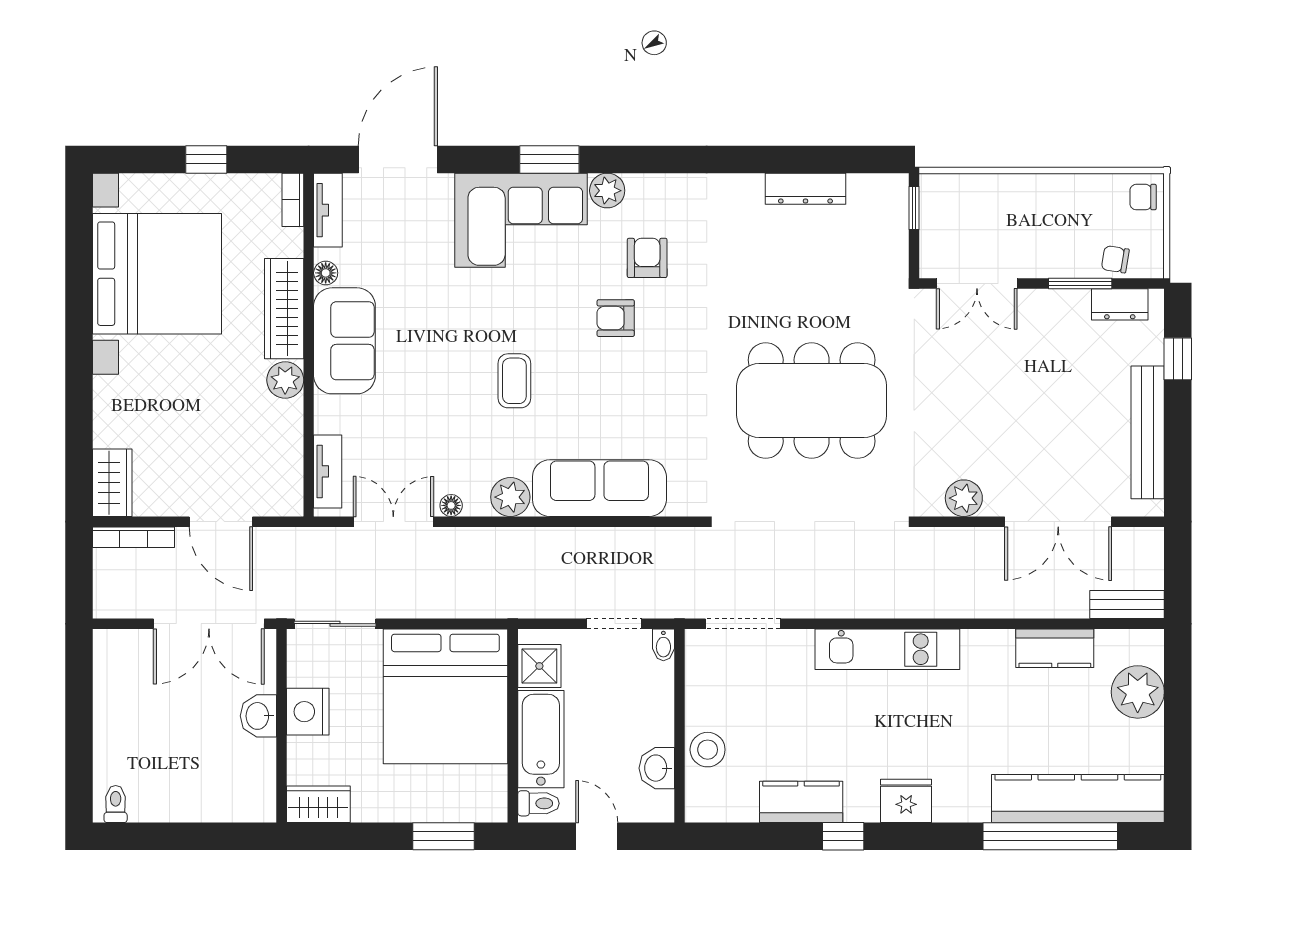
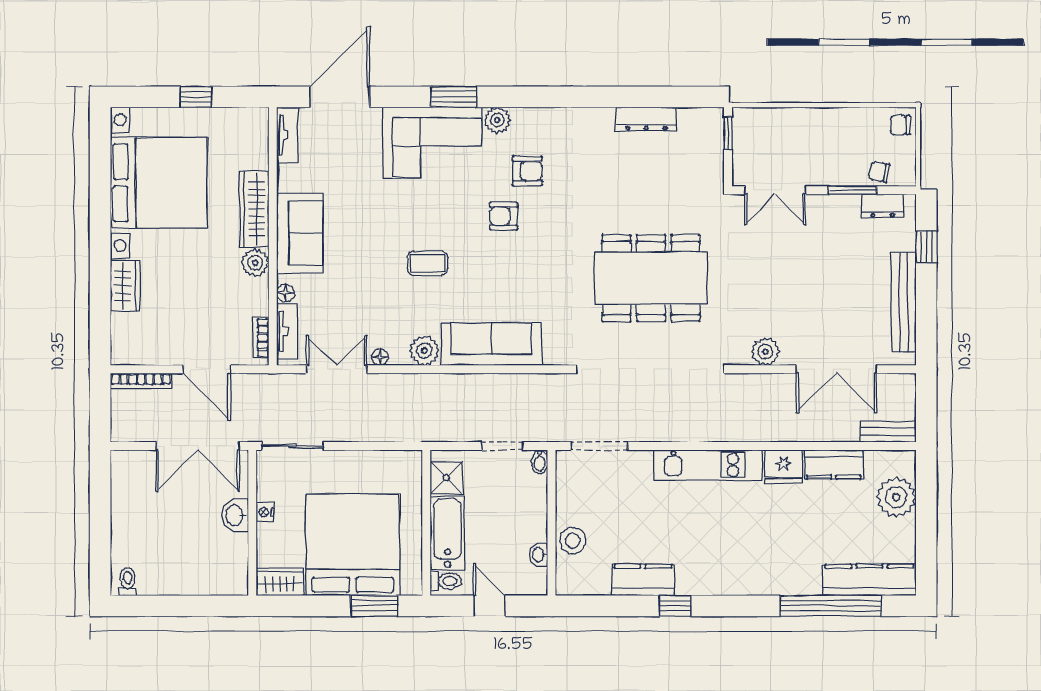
bookcase: (293, 200) -> (261, 338), moved
armchair: (647, 258) -> (527, 171), turned 90
floor lamp: (326, 273) -> (286, 293), moved
coffee table: (514, 381) -> (427, 263), turned 90
wardrobe: (112, 483) -> (125, 286), moved
bed: (445, 696) -> (353, 545), moved, turned 180
nightstand: (308, 712) -> (265, 512), width x0.53, depth x0.56
washbasin: (657, 768) -> (539, 554), width x0.72, depth x0.69
kitchen counter: (1078, 799) -> (869, 580), width x0.72, depth x0.86
fridge: (906, 801) -> (783, 466), moved, turned 180

